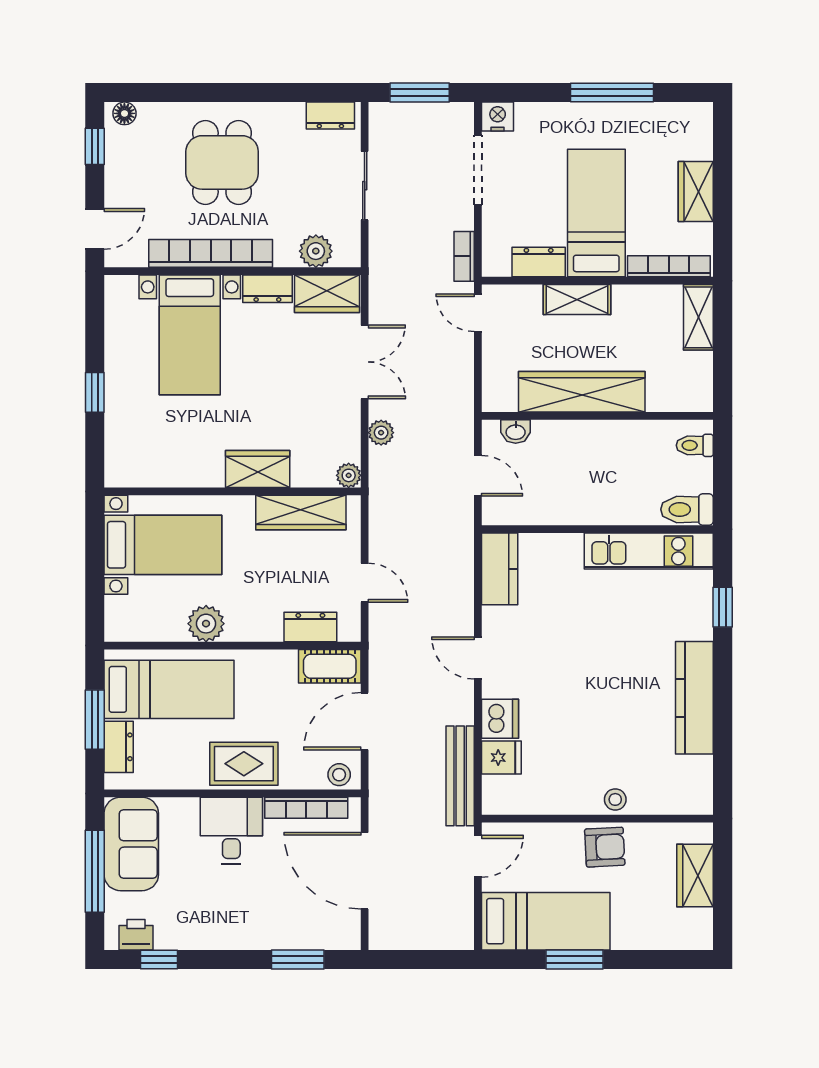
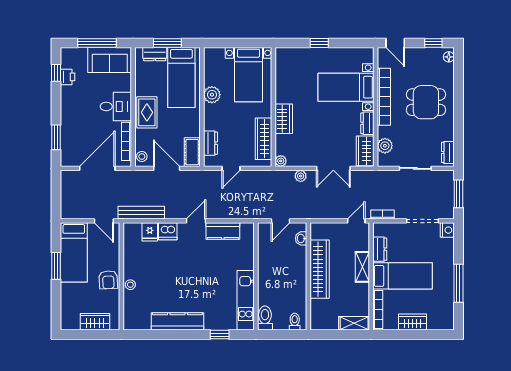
kitchen counter: (500, 569) -> (223, 231), moved
printer: (136, 935) -> (68, 77), moved

